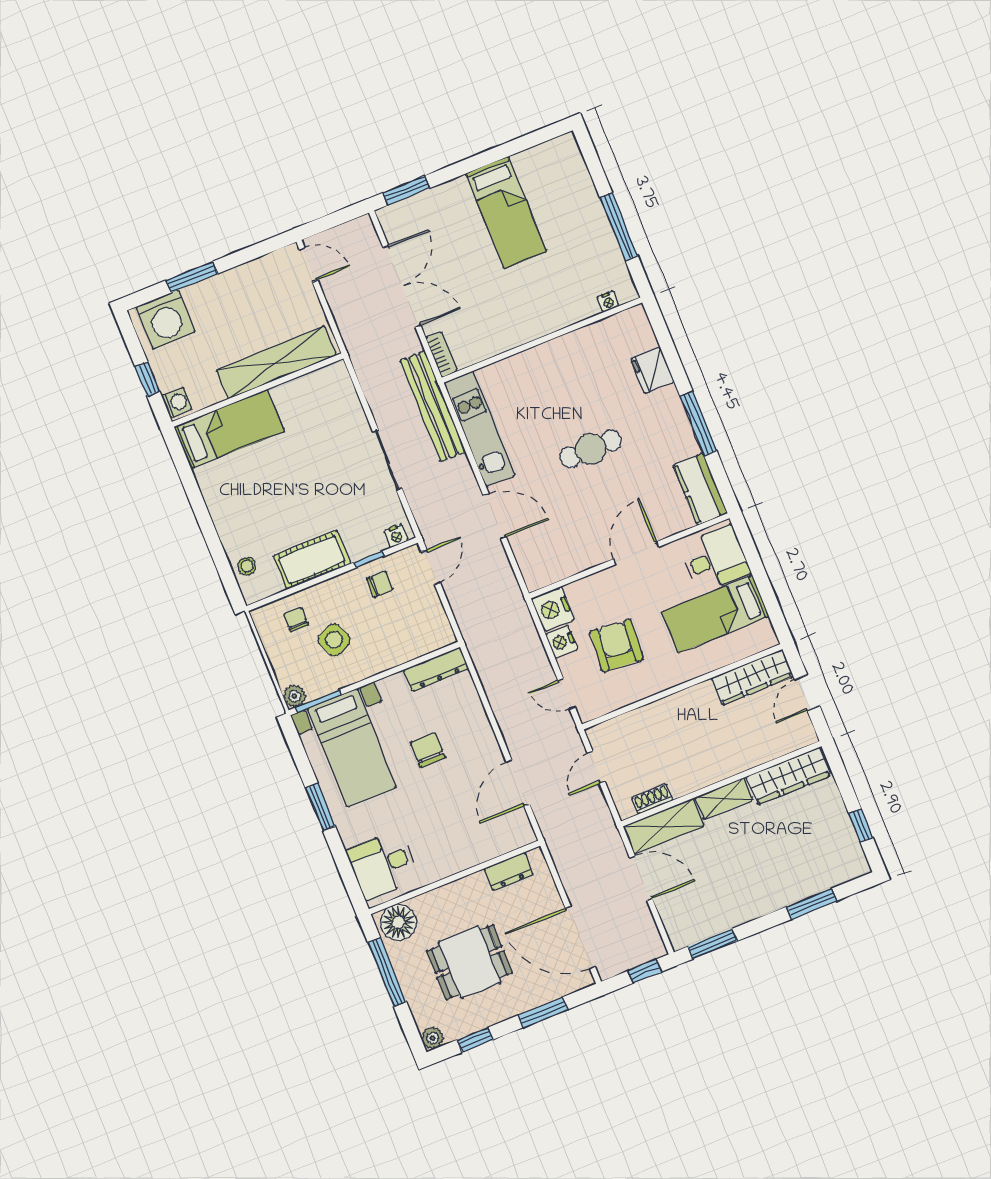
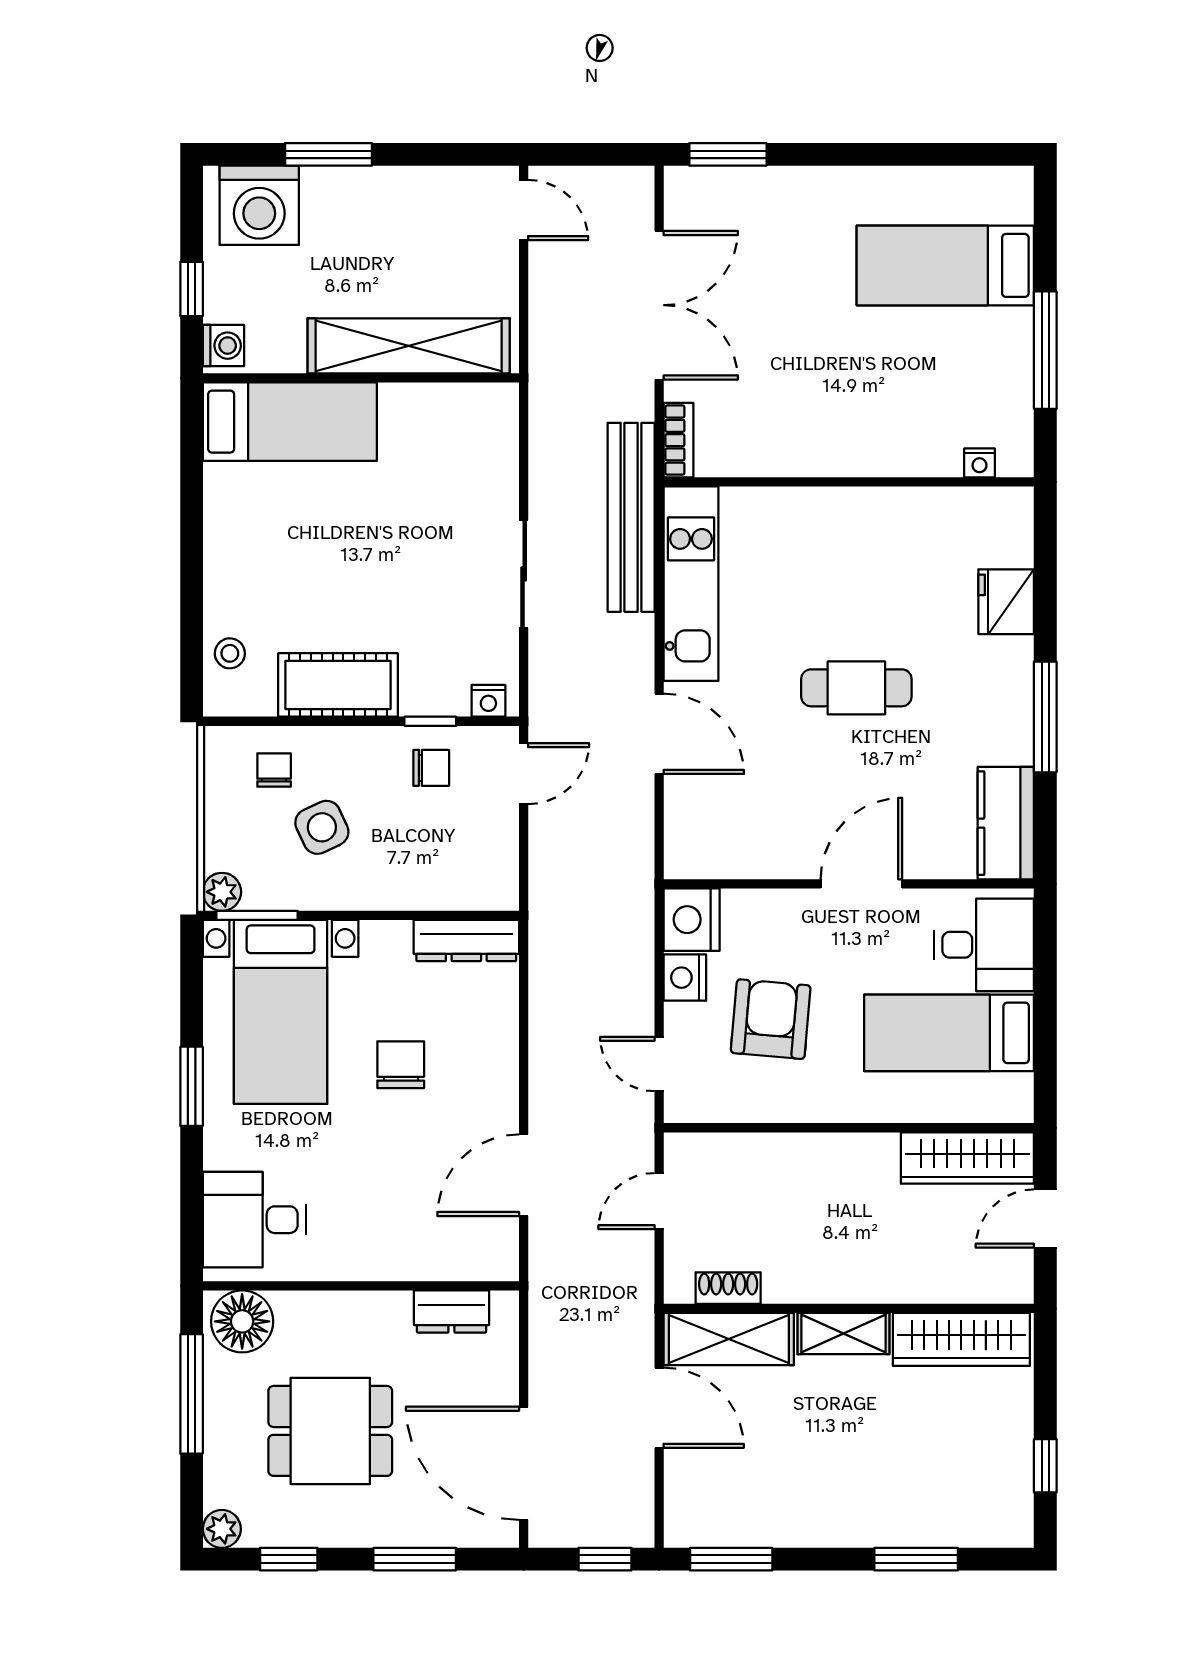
bed: (506, 213) -> (945, 265), moved, turned 90

